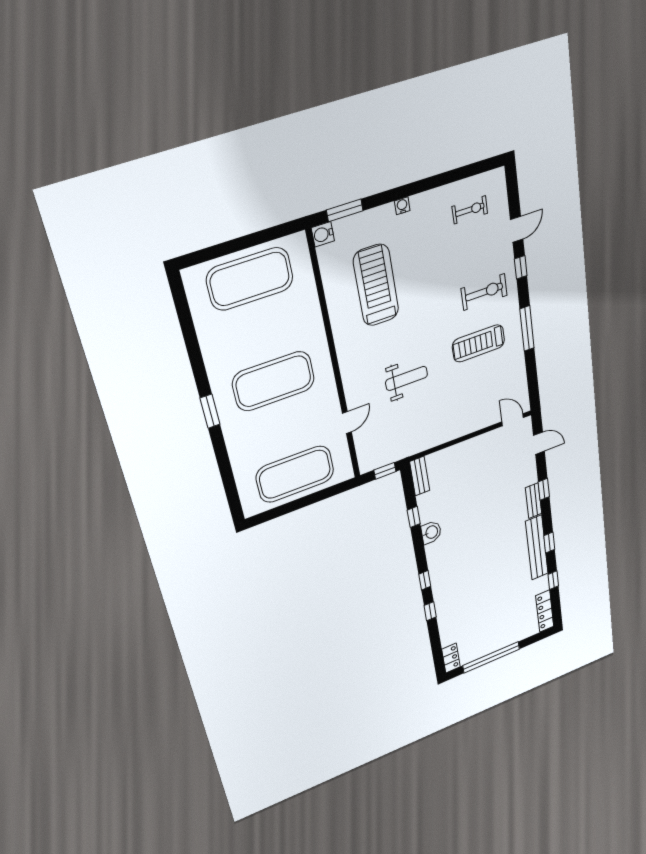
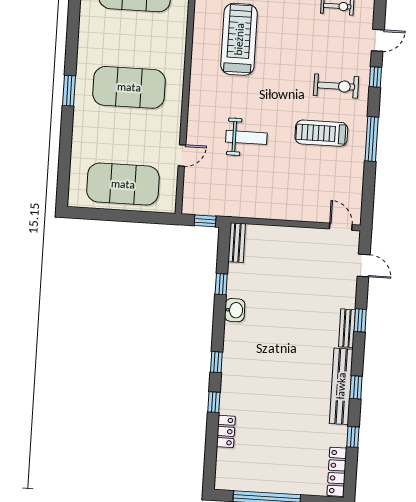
locker: (451, 658) -> (226, 431), moved

